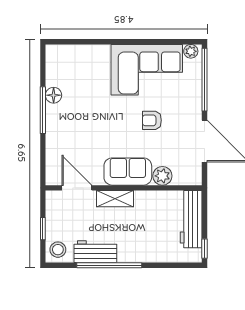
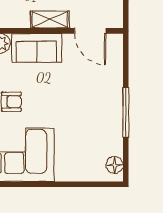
floor lamp: (54, 95) -> (115, 165), moved

